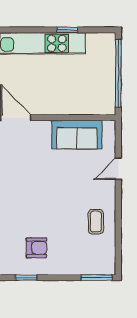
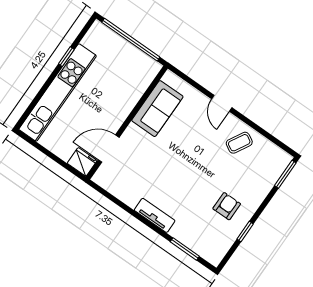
door: (118, 169) -> (222, 103), moved
coffee table: (96, 222) -> (239, 143), turned -61

